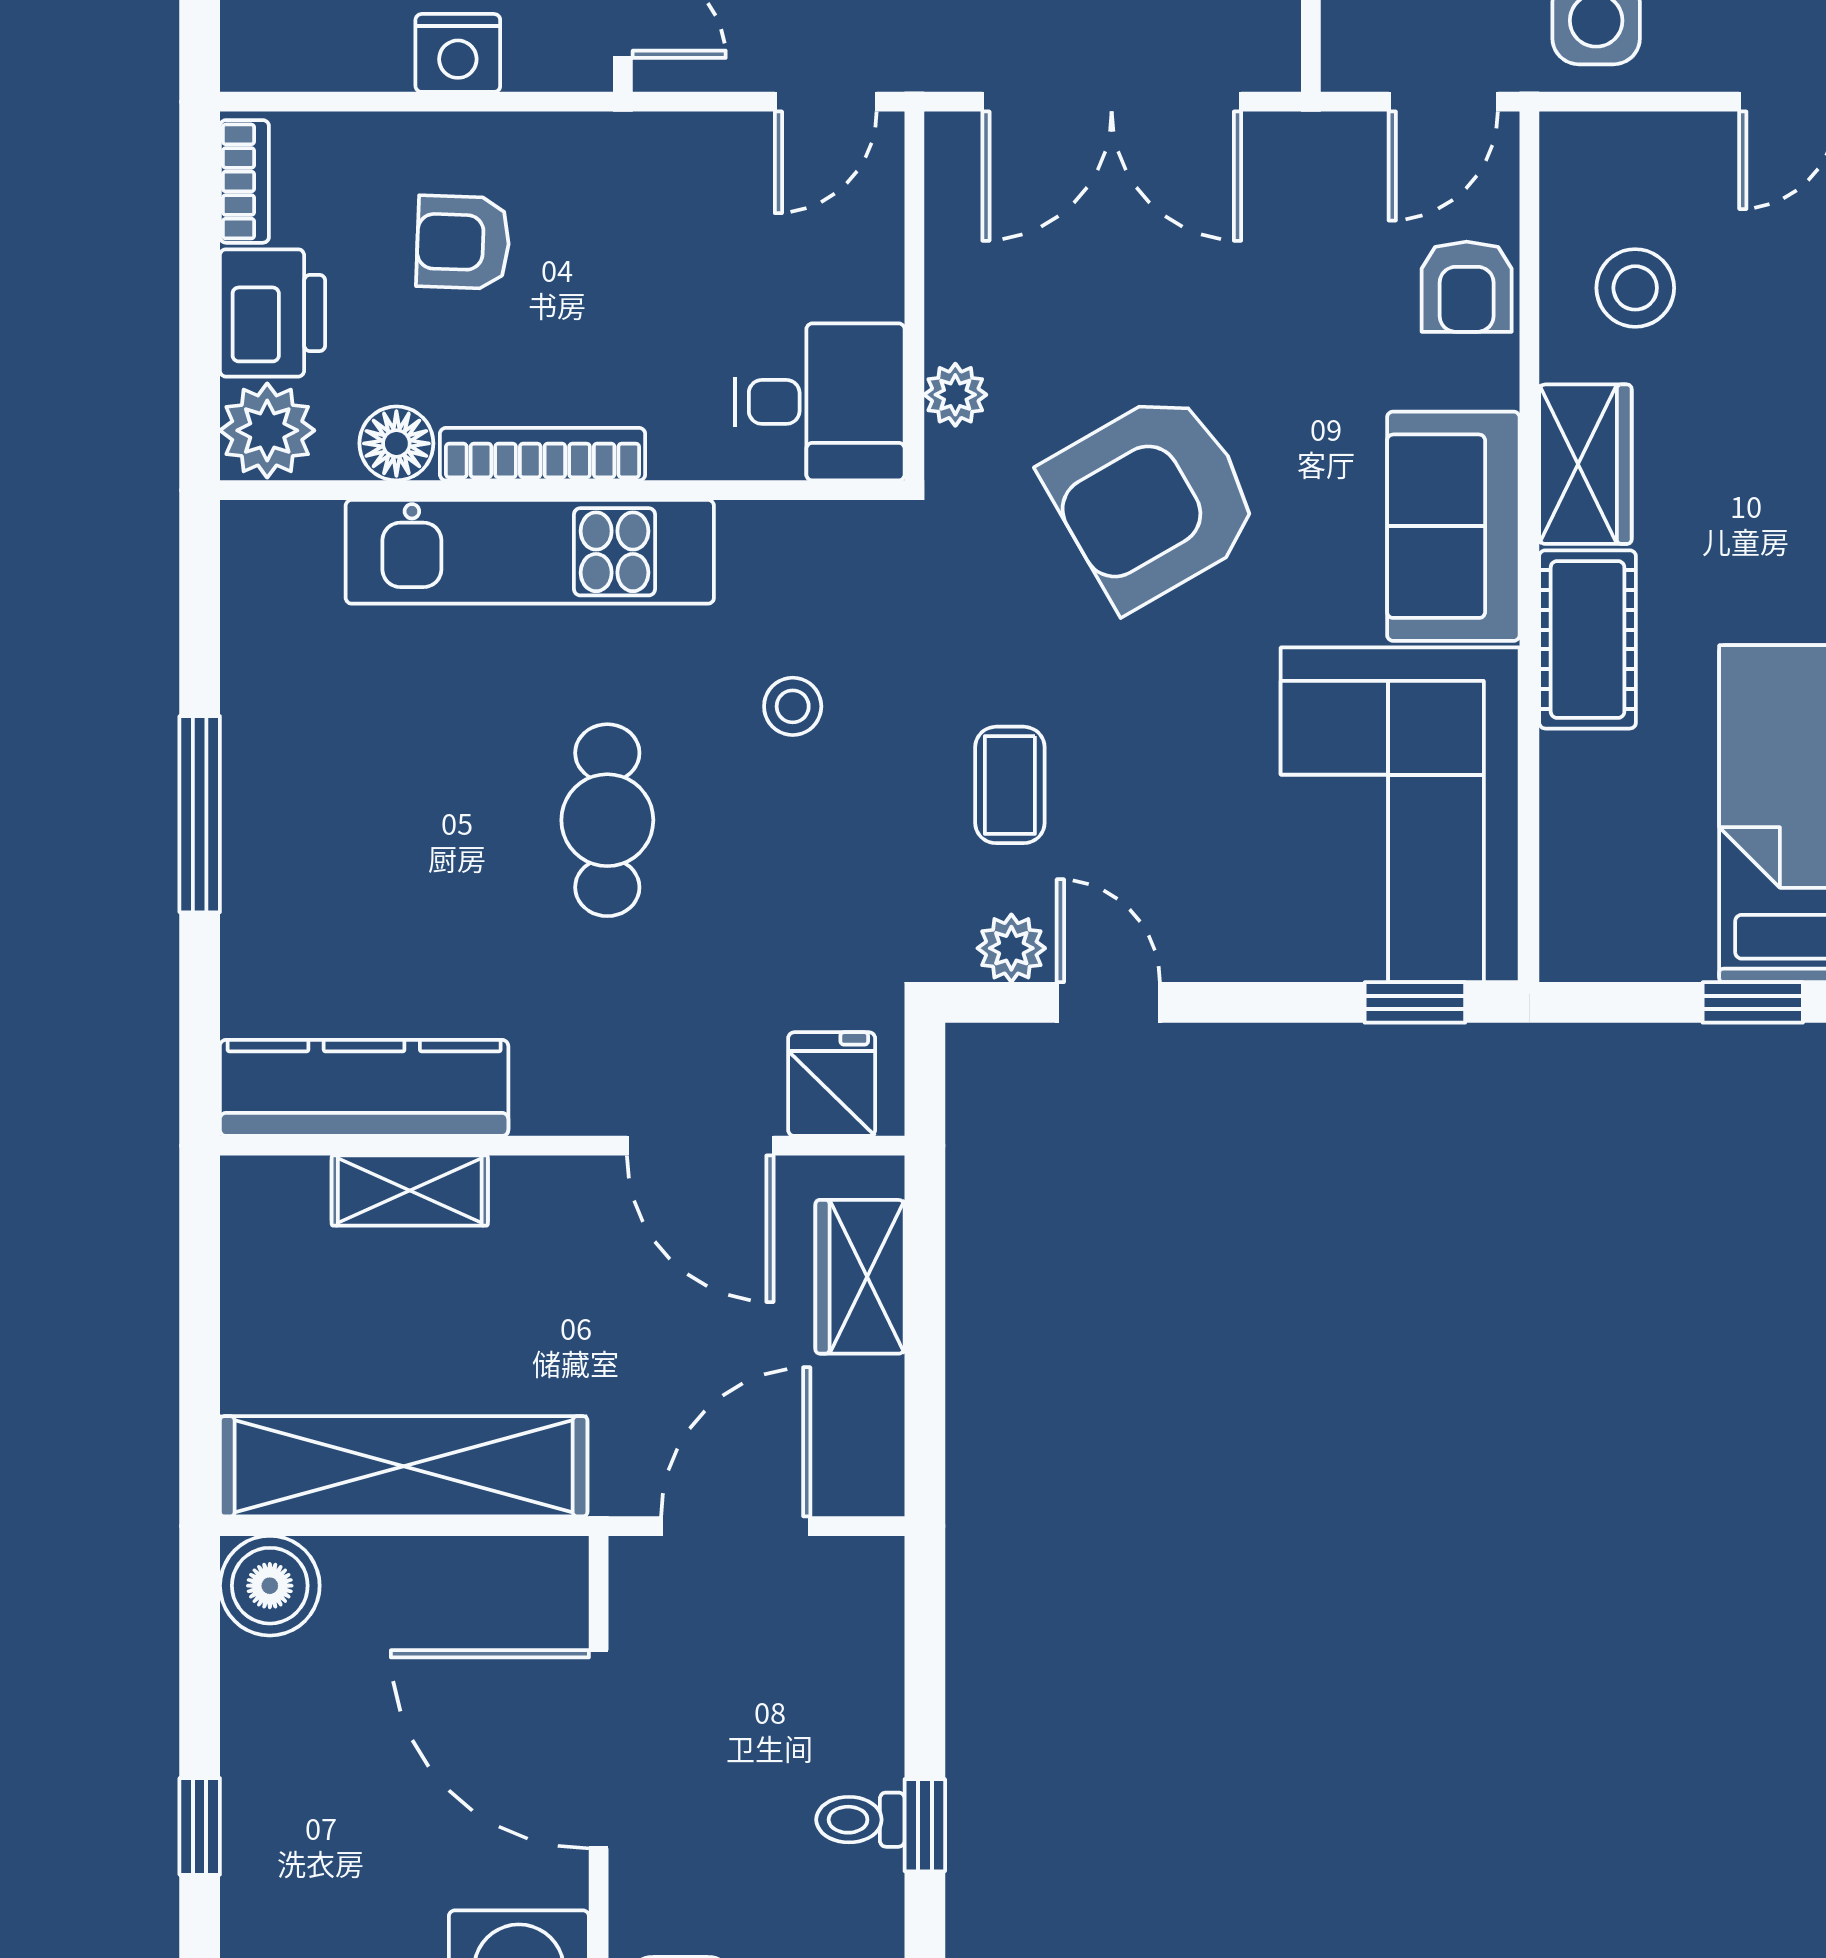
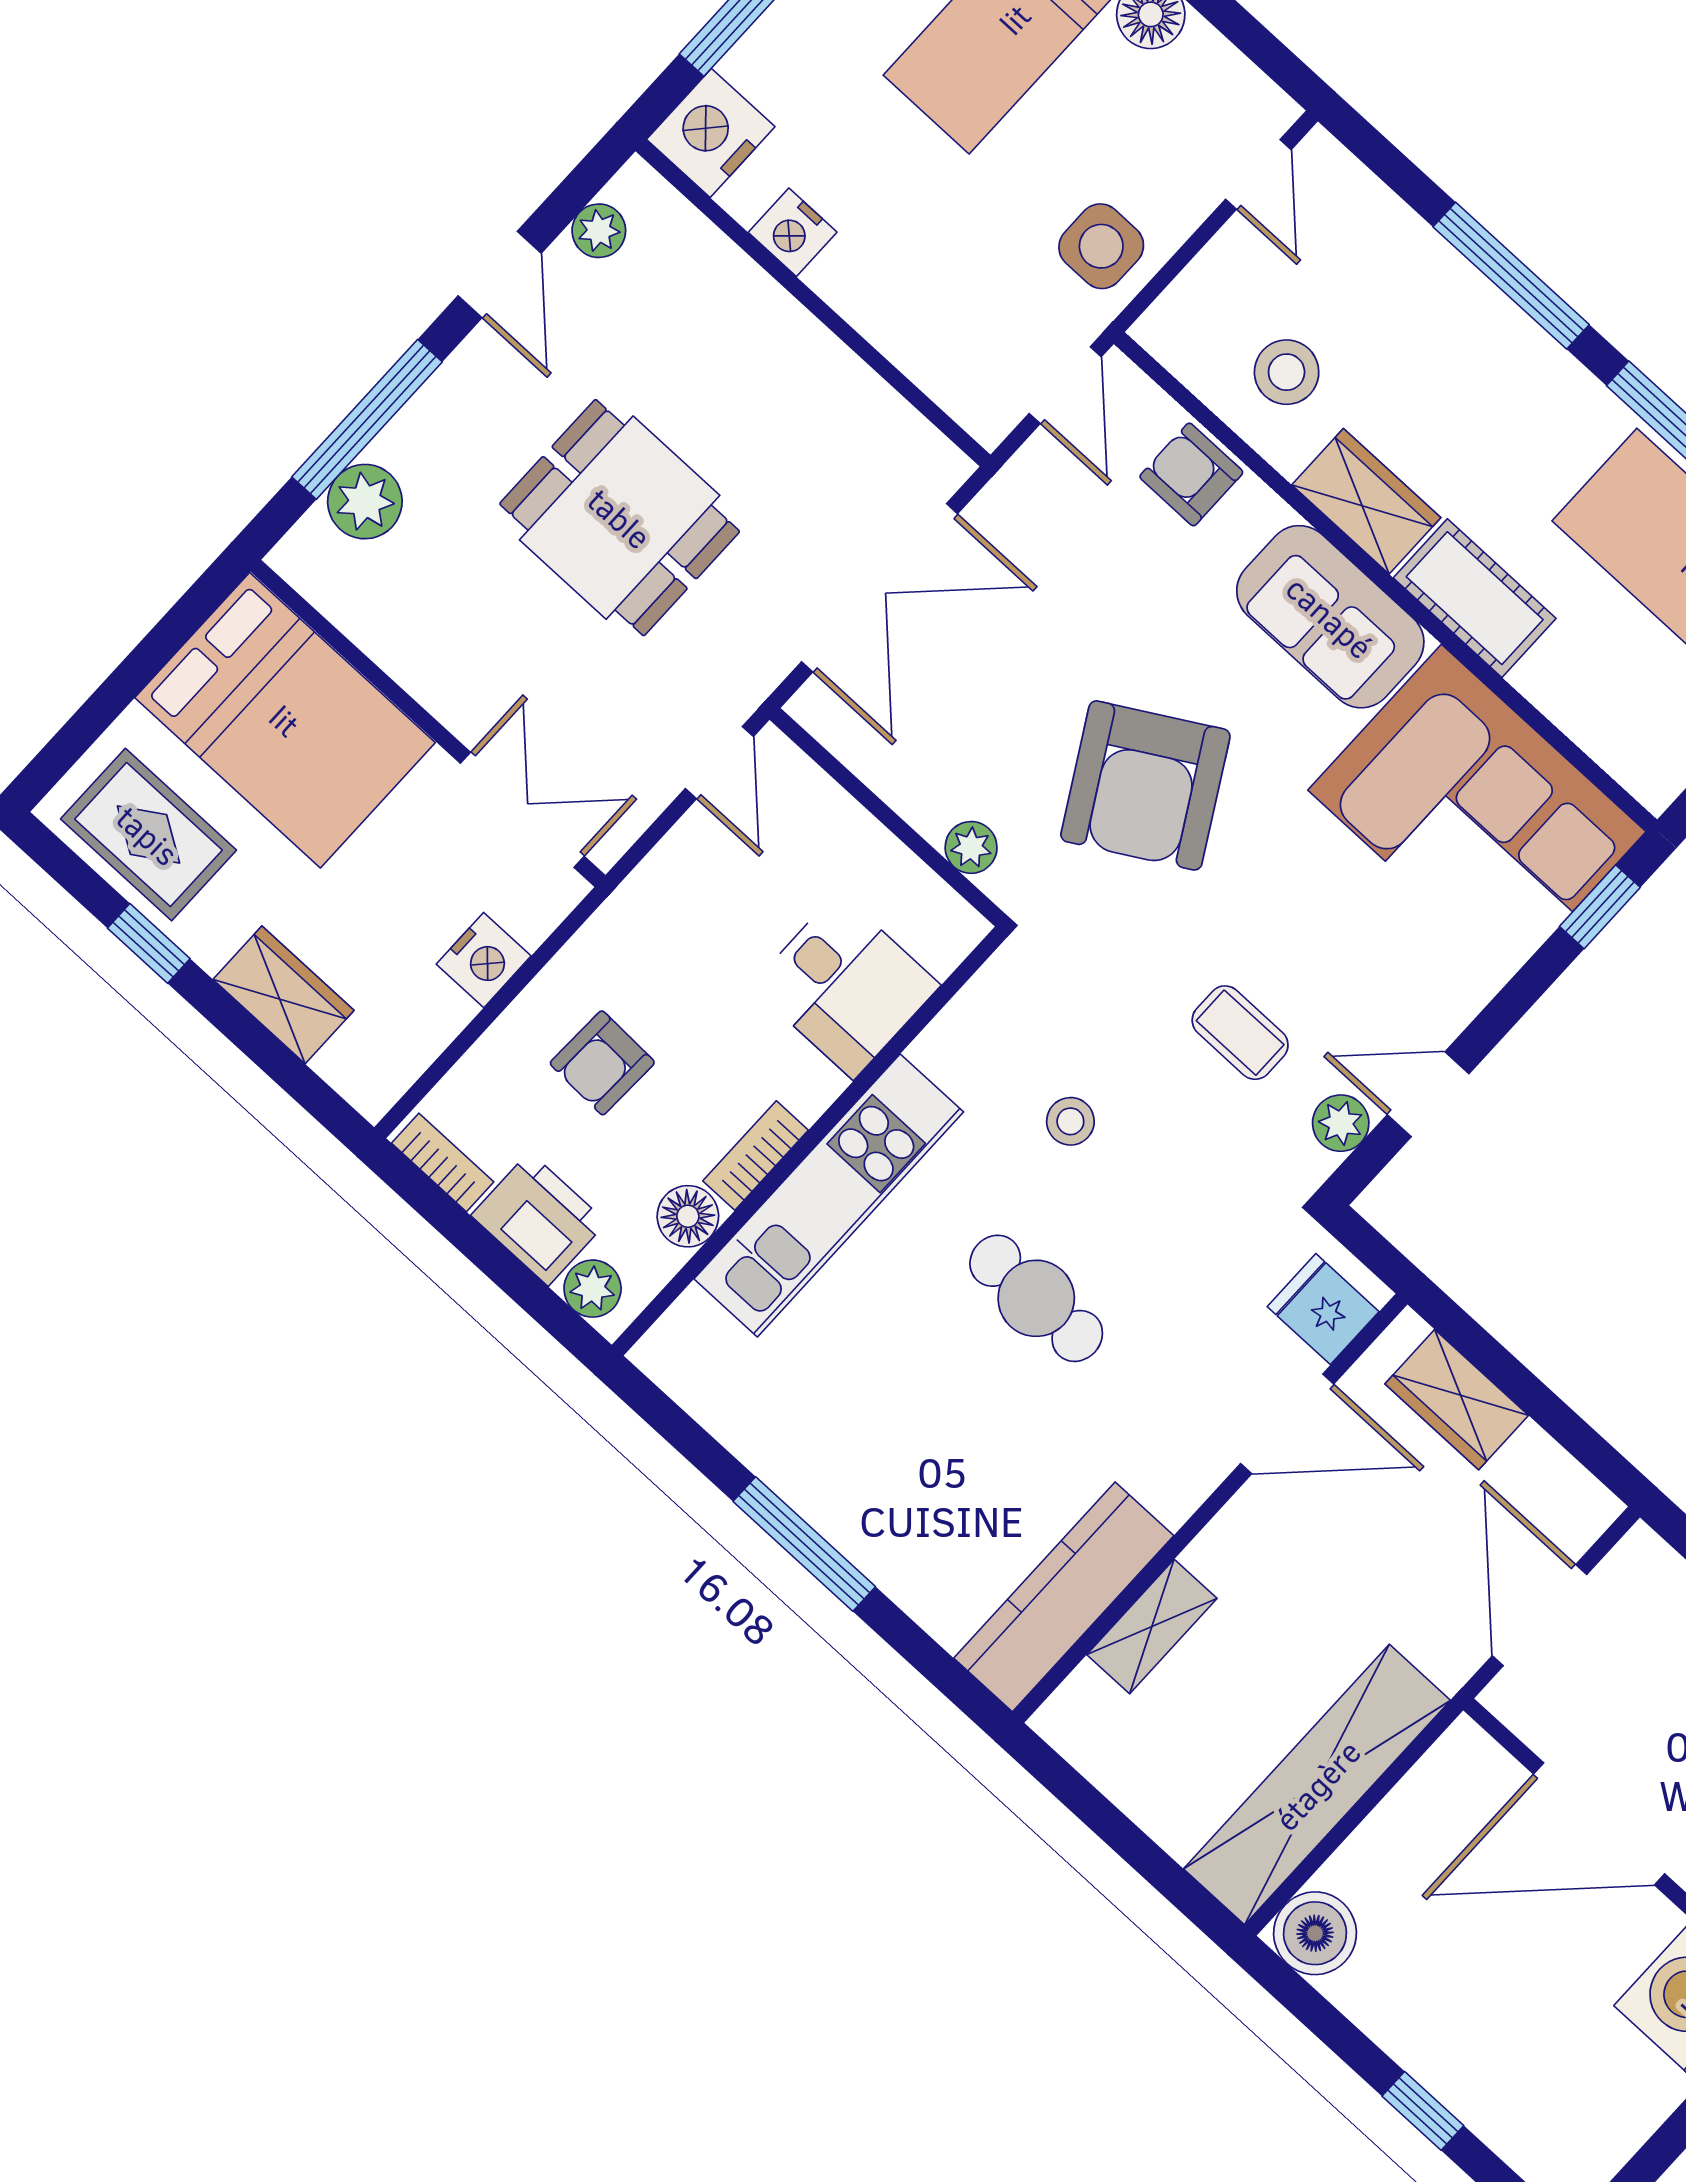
armchair: (1467, 287) -> (1191, 474), turned 180
desk: (820, 402) -> (846, 986), moved, turned 90
plant: (267, 430) -> (593, 1289), width x0.73, depth x0.73
bookcase: (543, 454) -> (756, 1156), width x0.64

